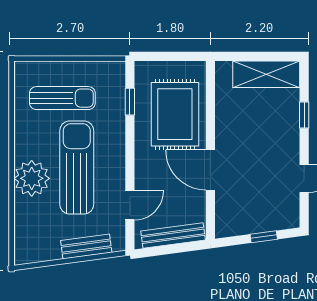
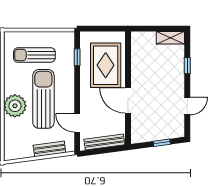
shelving: (266, 74) -> (170, 38), width x0.67, depth x0.75
sun lounger: (62, 98) -> (34, 55), turned 180
door: (130, 205) -> (77, 123), swing flipped

